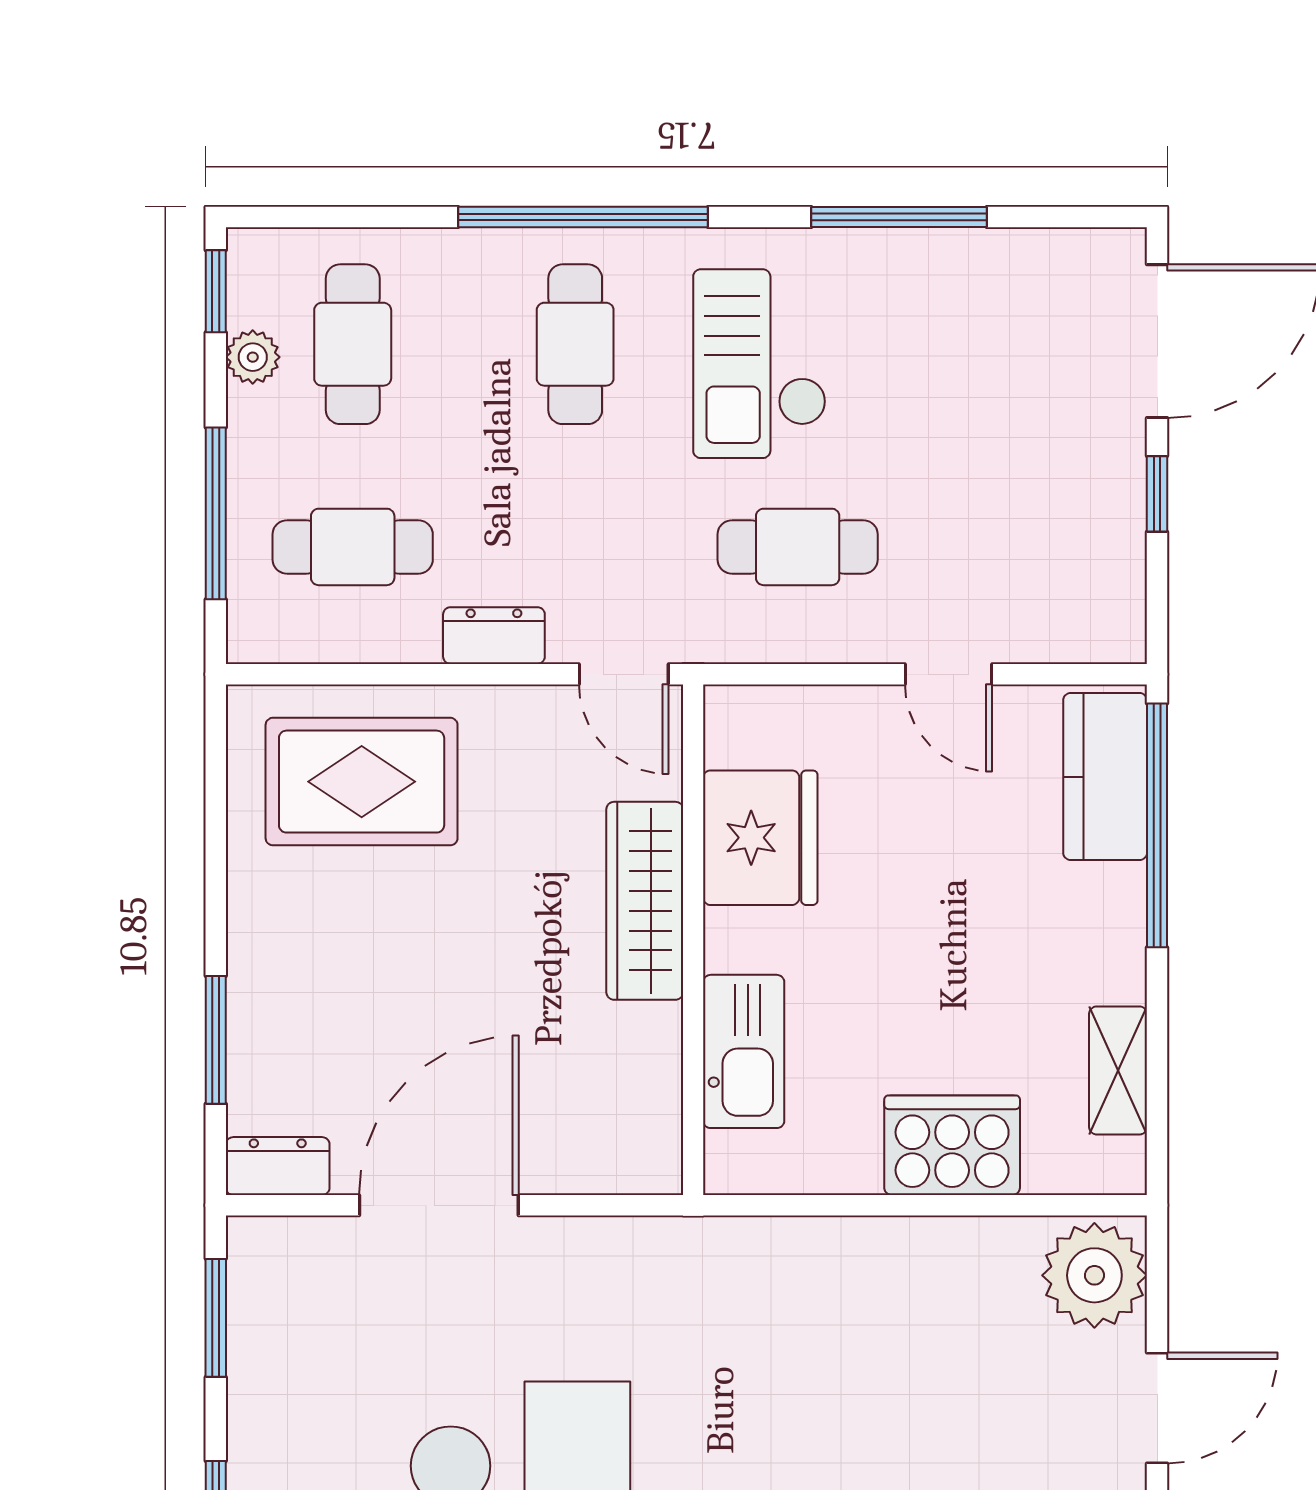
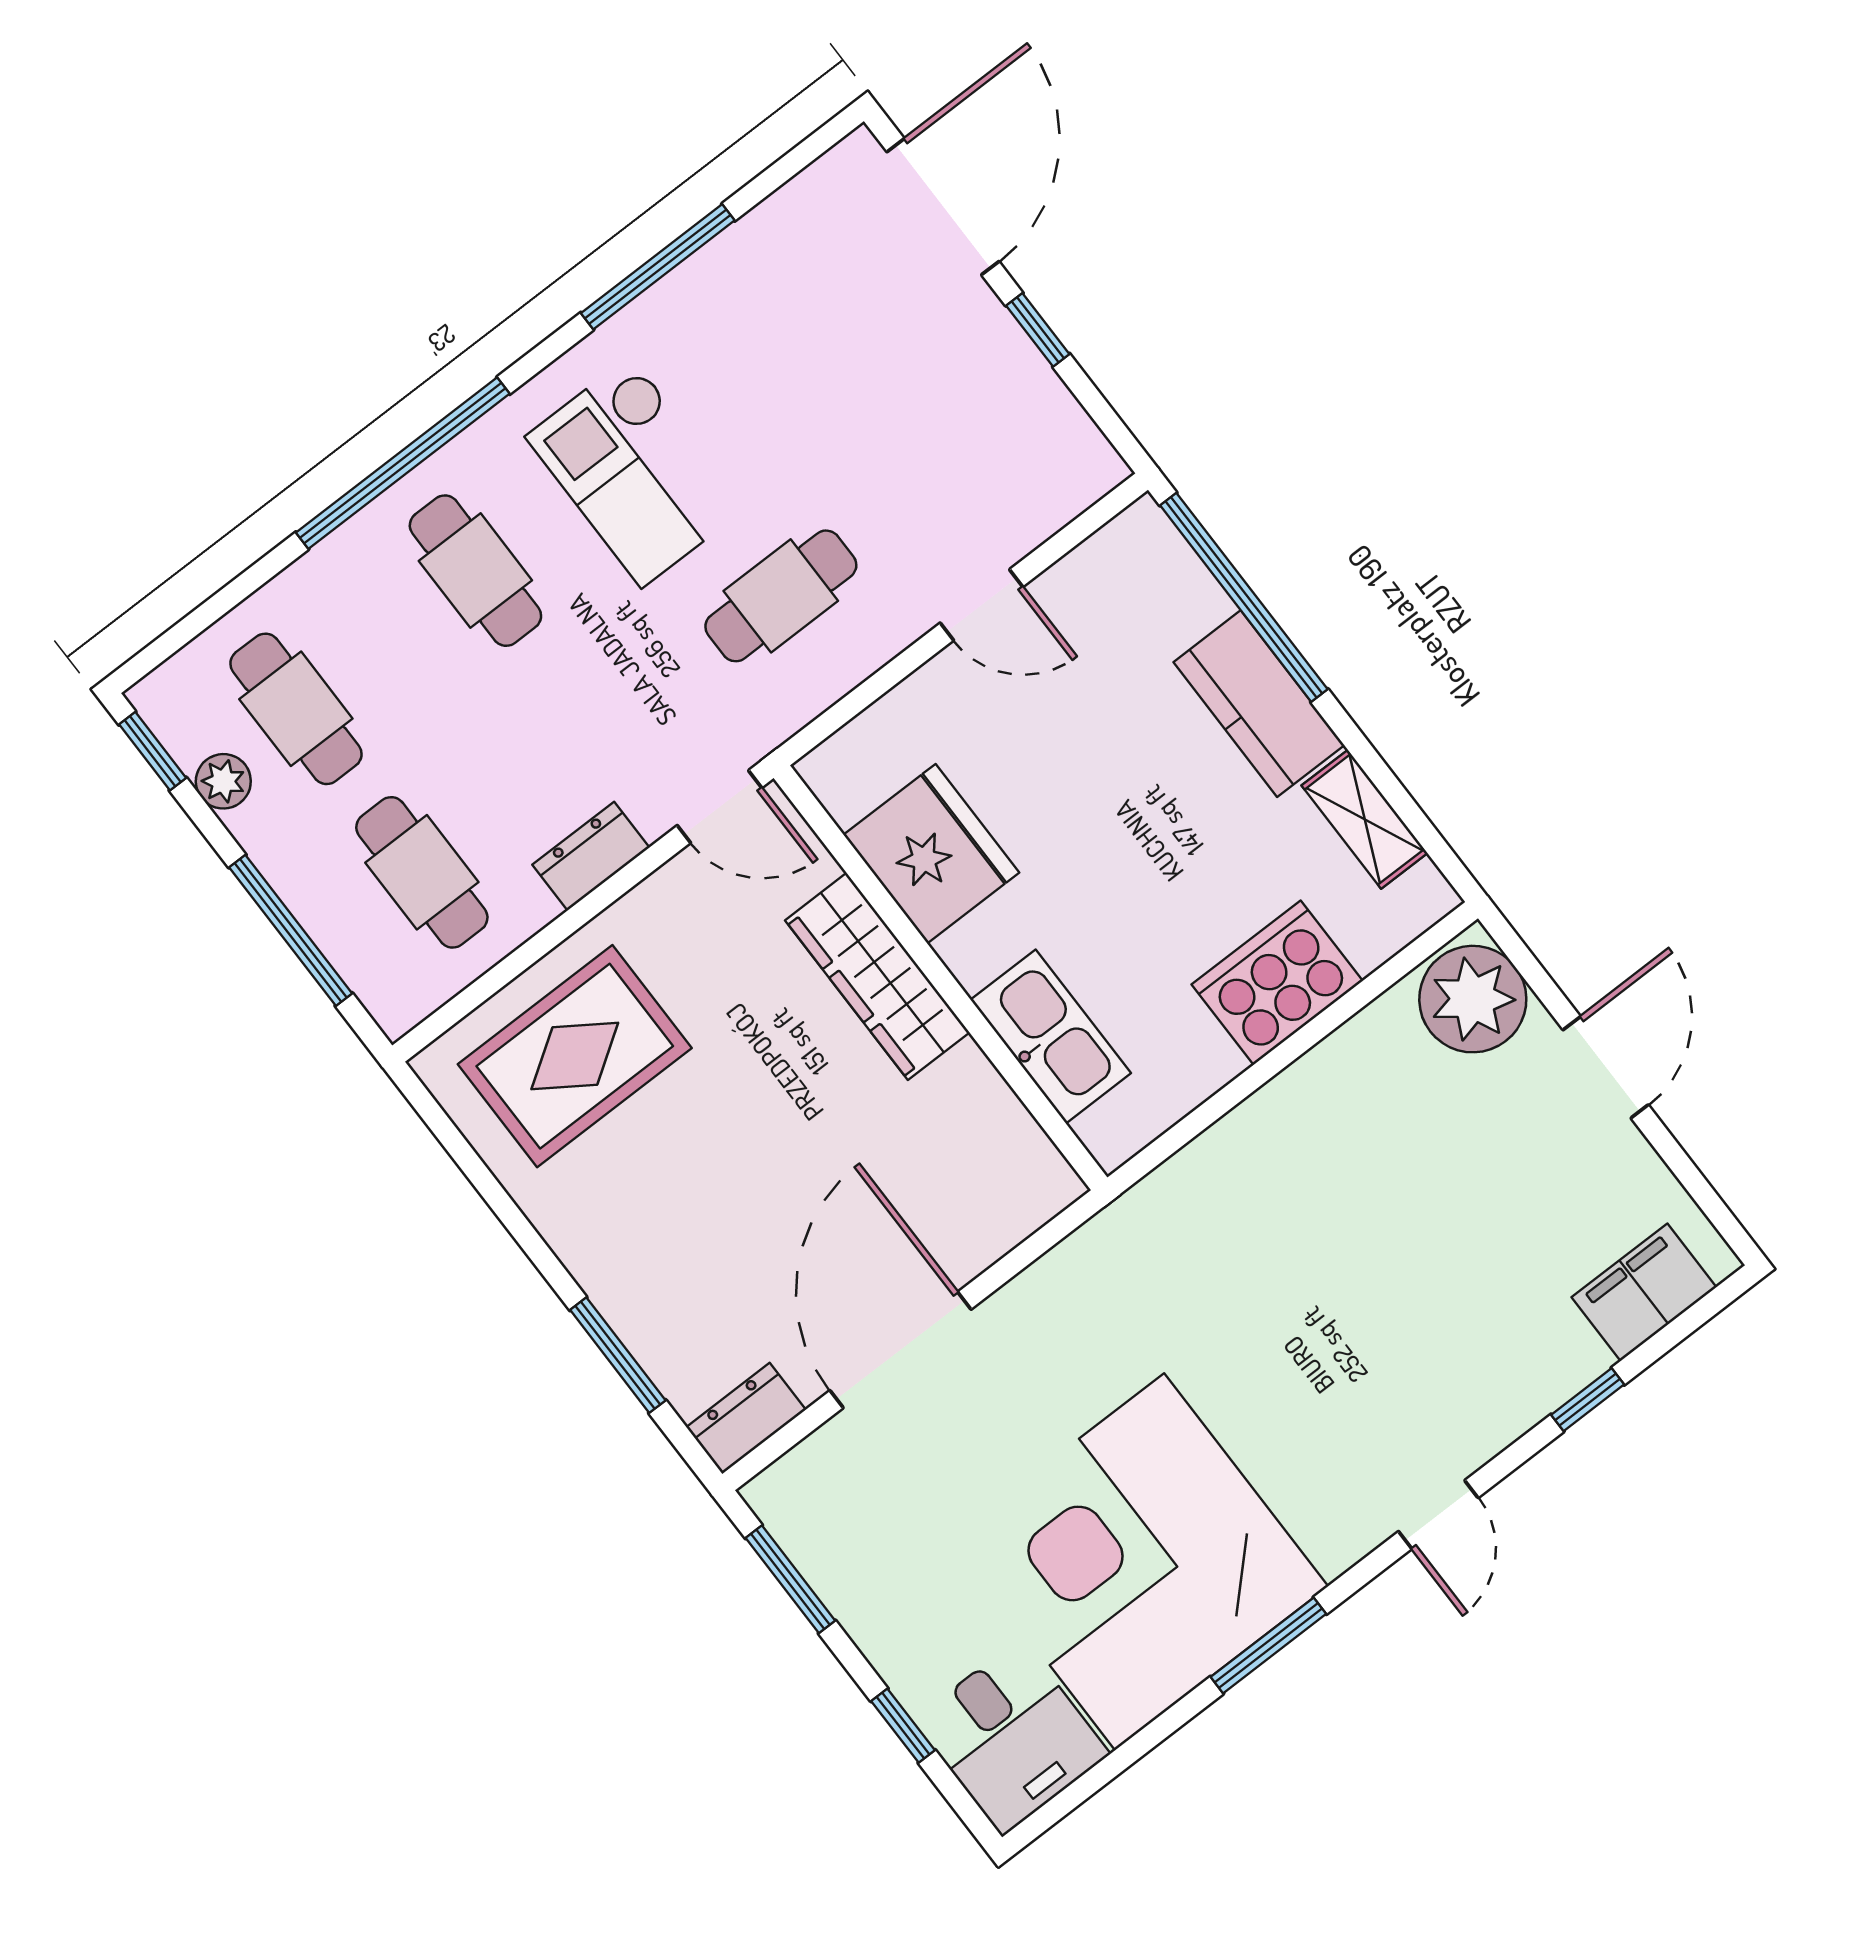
cafe table: (353, 547) -> (422, 872), turned 90
kitchen counter: (1105, 777) -> (1259, 704), moved

